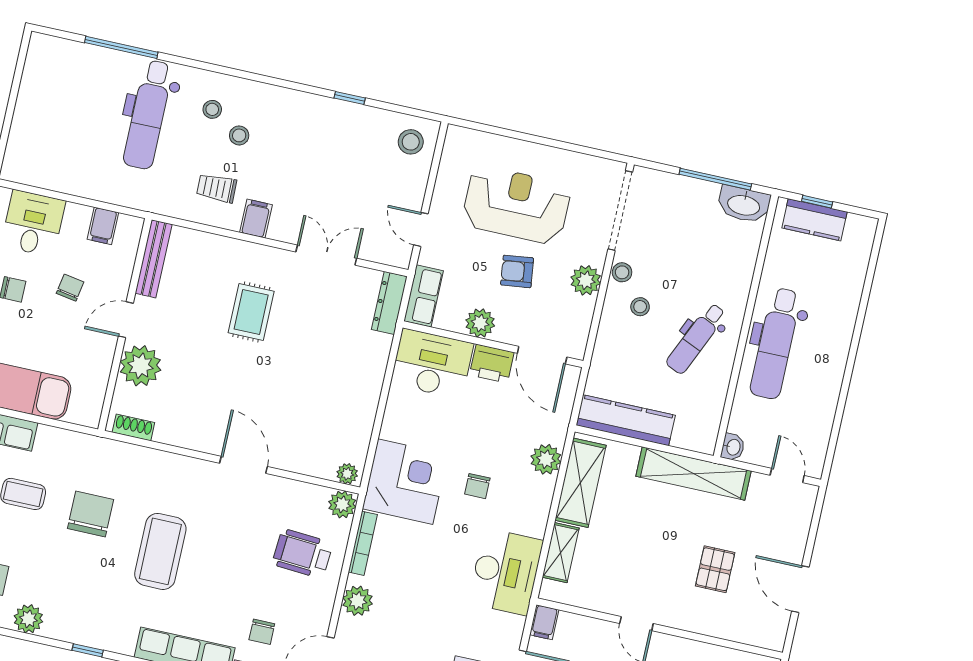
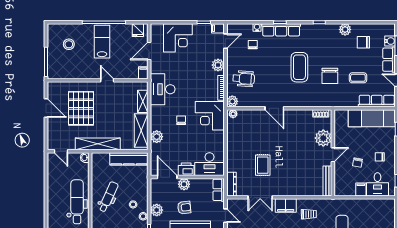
filing cabinet: (256, 219) -> (286, 206), width x2.00
filing cabinet: (103, 226) -> (361, 189), moved
rug: (251, 312) -> (263, 165), moved
plant: (480, 323) -> (184, 184), moved
pallet: (715, 569) -> (81, 108), width x2.05, depth x2.00

